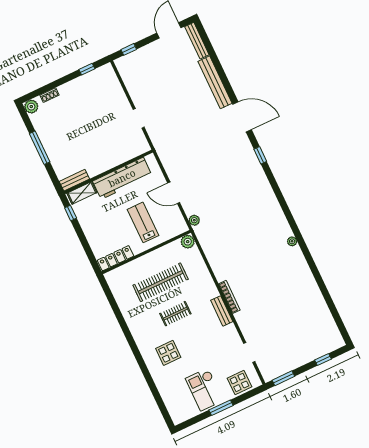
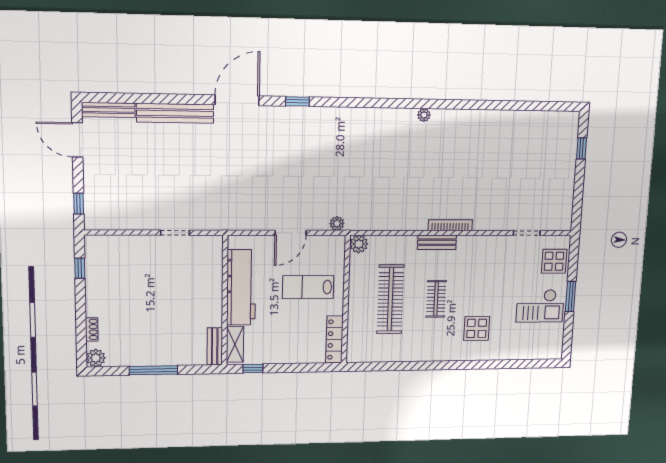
bench: (222, 311) -> (437, 242), moved
window: (283, 378) -> (577, 207), removed

